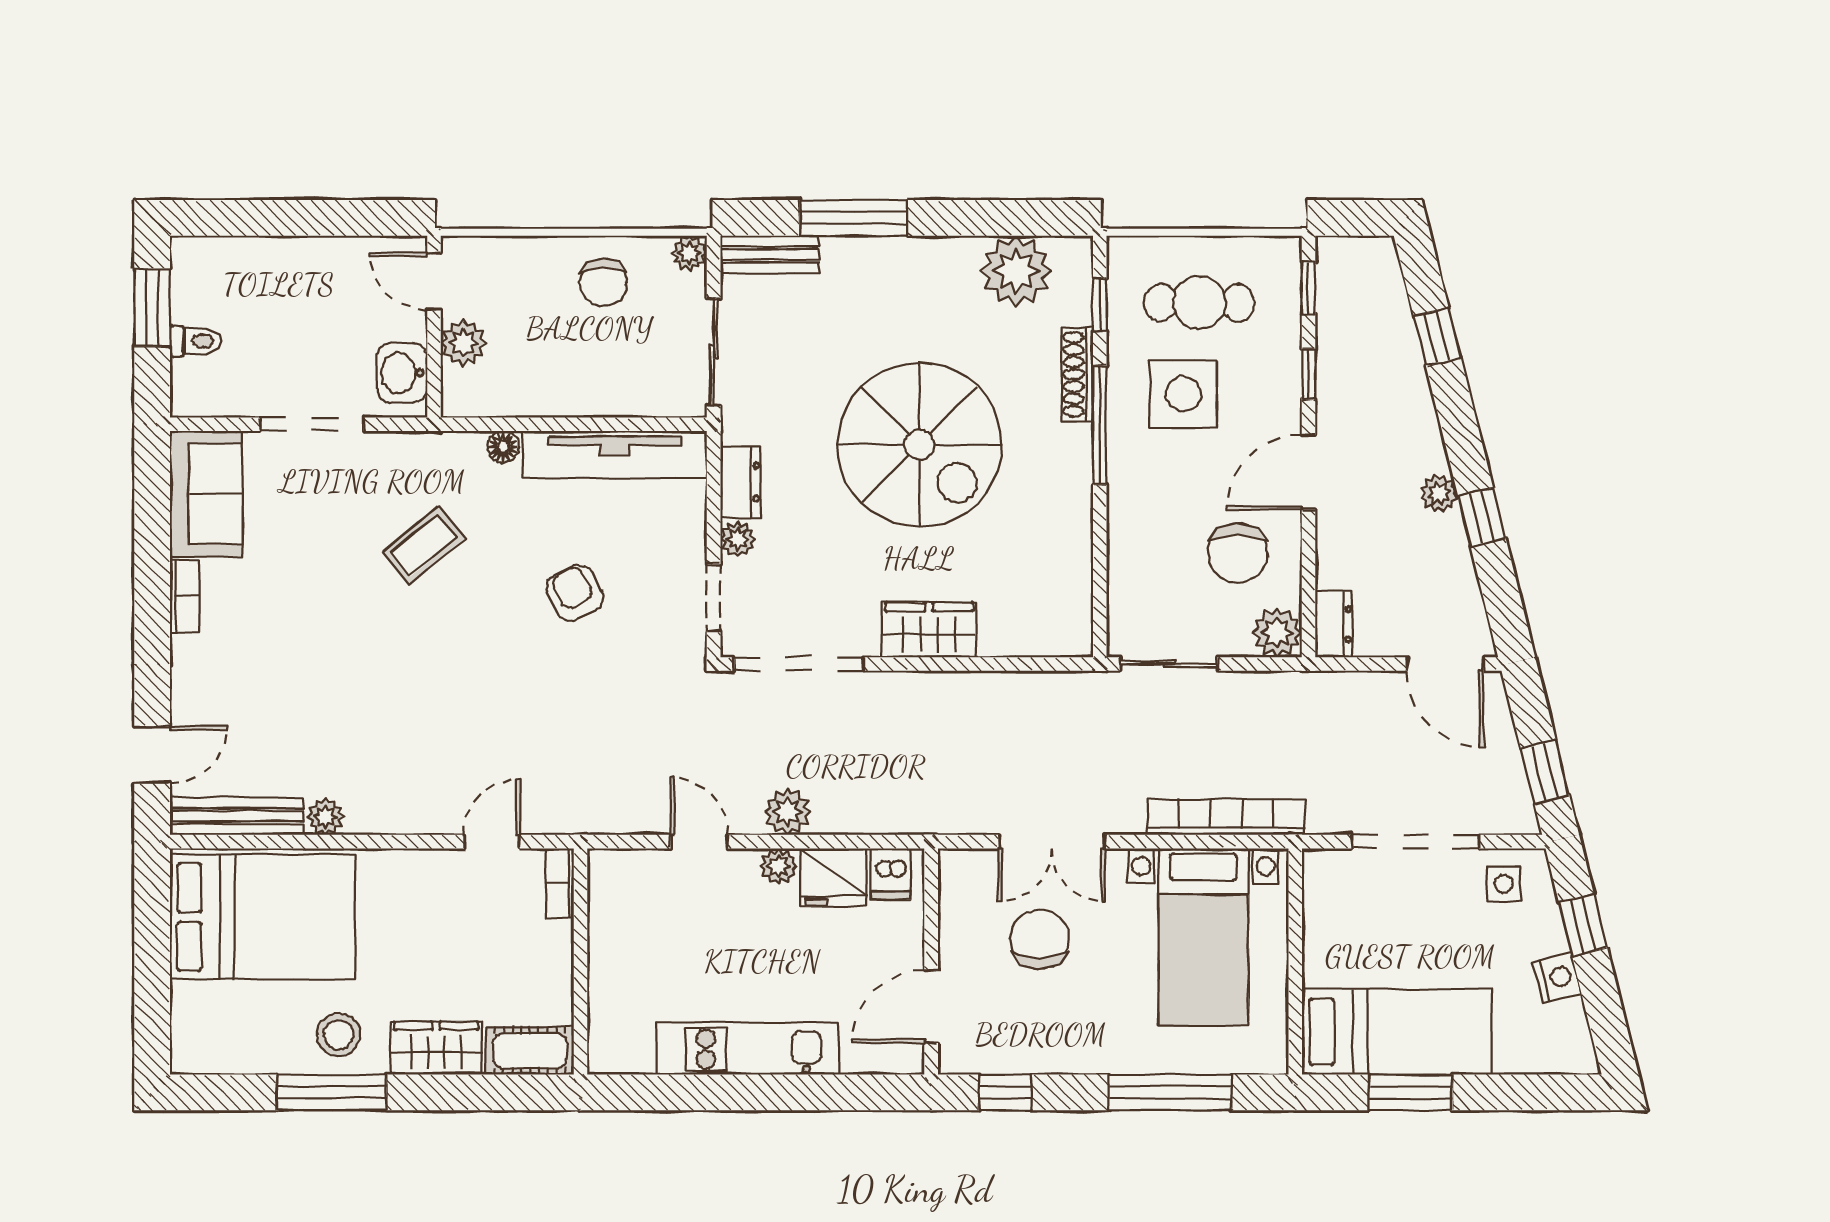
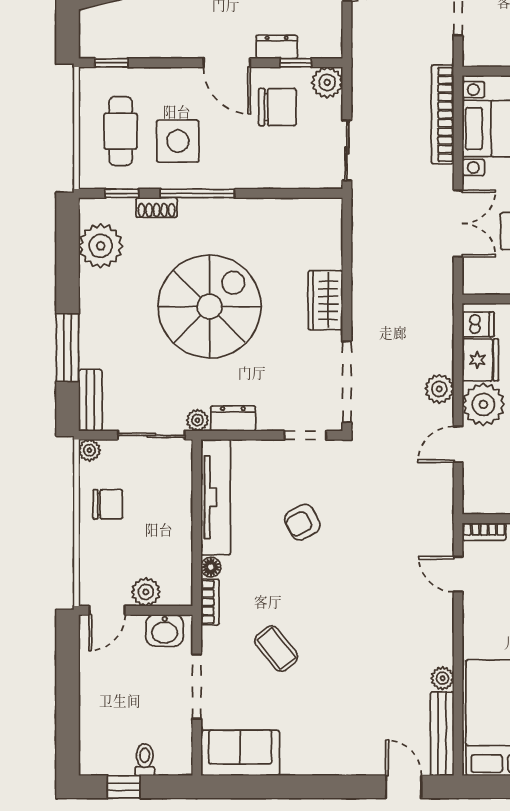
window: (152, 307) -> (124, 787), width x0.67
shoe rack: (1077, 374) -> (157, 208), width x0.70
window: (1308, 374) -> (296, 63), moved
plant: (738, 539) -> (197, 420), moved
coffee table: (424, 545) -> (276, 649), moved
bookcase: (184, 597) -> (210, 602), moved, turned 90
dresser: (1334, 624) -> (277, 47), moved
plant: (779, 866) -> (483, 404), width x1.88, depth x1.88

